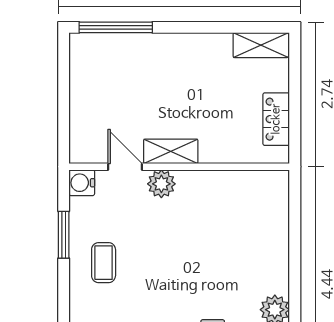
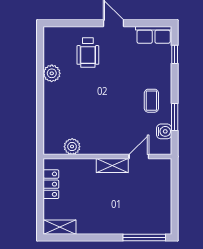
door: (125, 167) -> (139, 156), swing flipped
water cooler: (82, 183) -> (164, 131), moved
plant: (161, 184) -> (72, 147), moved

